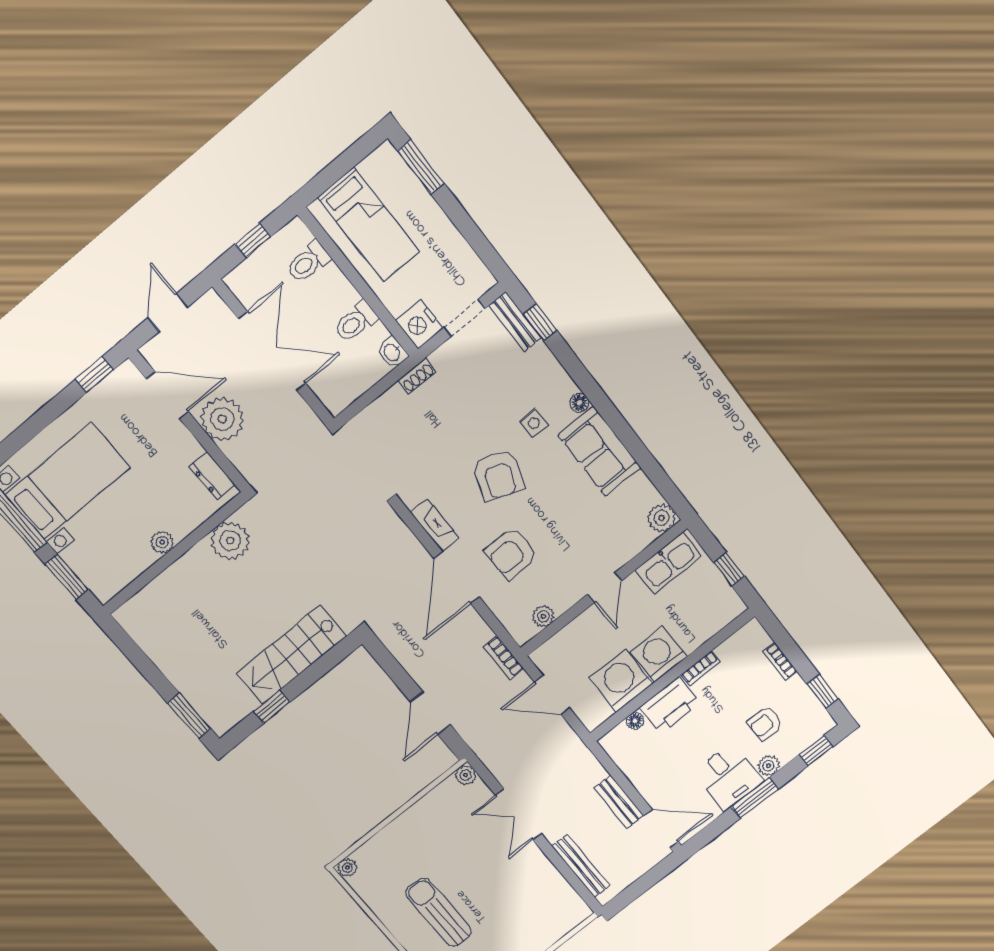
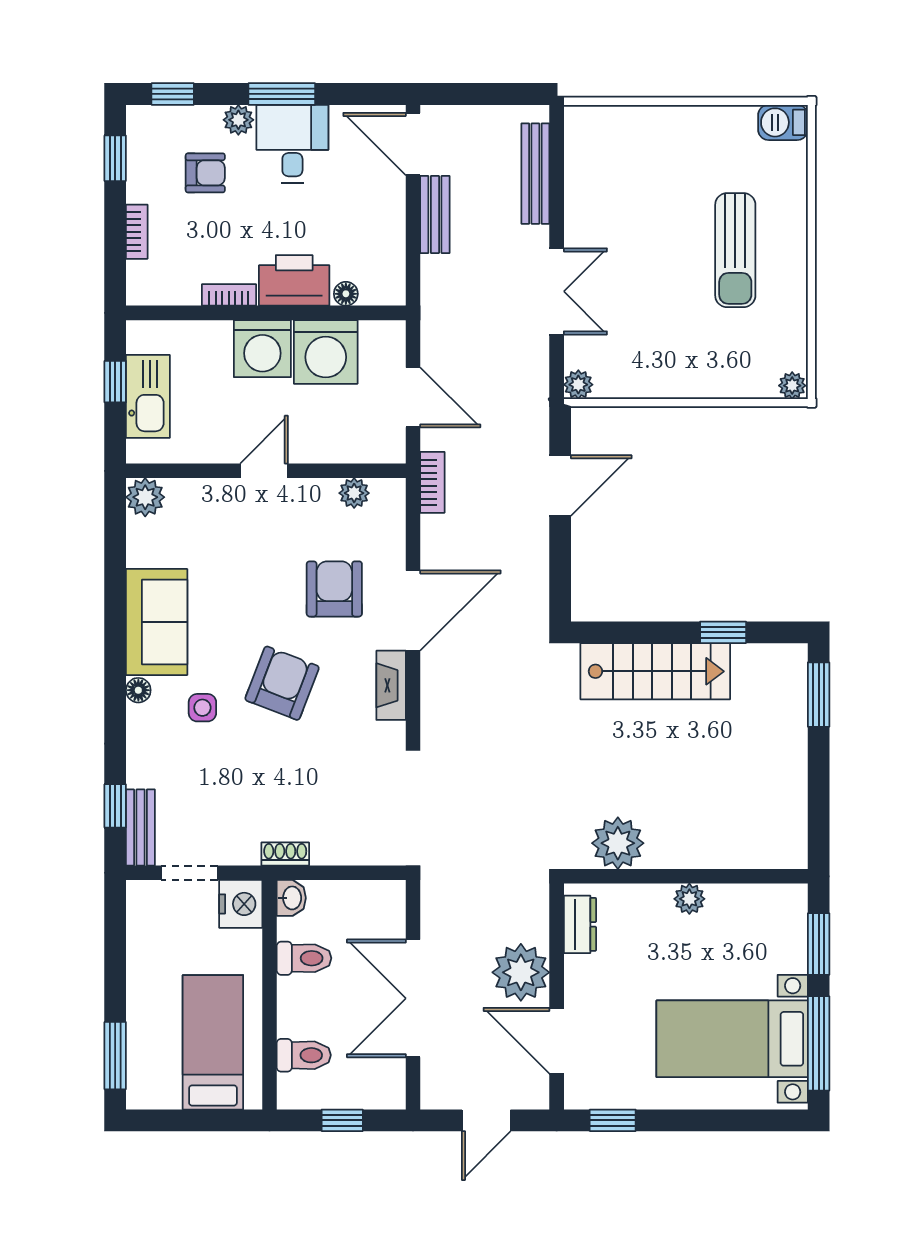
armchair: (512, 554) -> (334, 589), turned -90
kitchen sink: (668, 563) -> (148, 396), moved, turned 90

